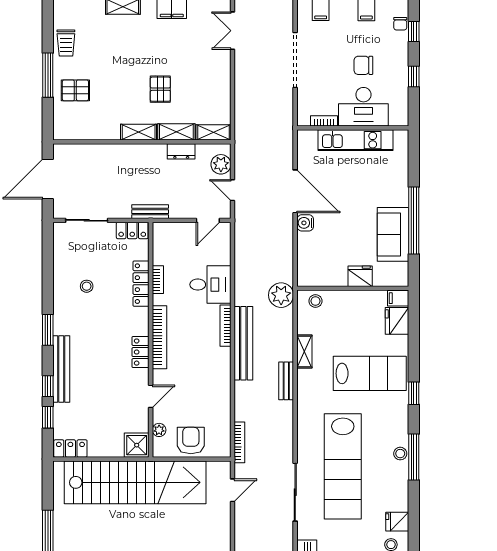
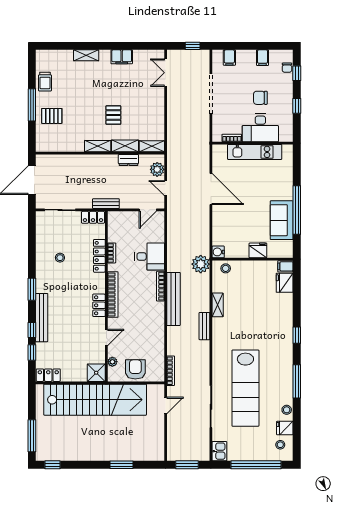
water cooler: (305, 223) -> (218, 252), moved
lab bench: (370, 373) -> (265, 321), removed
stool: (400, 454) -> (287, 410), moved

